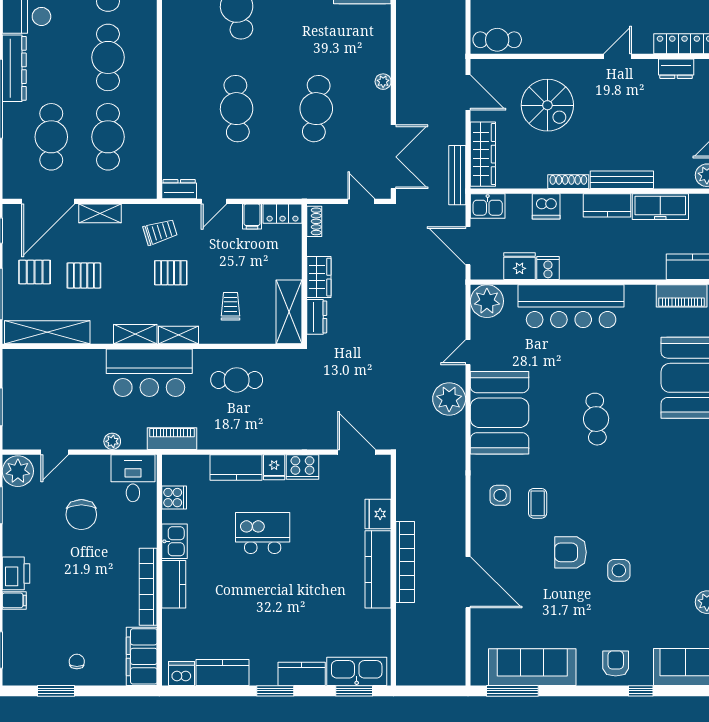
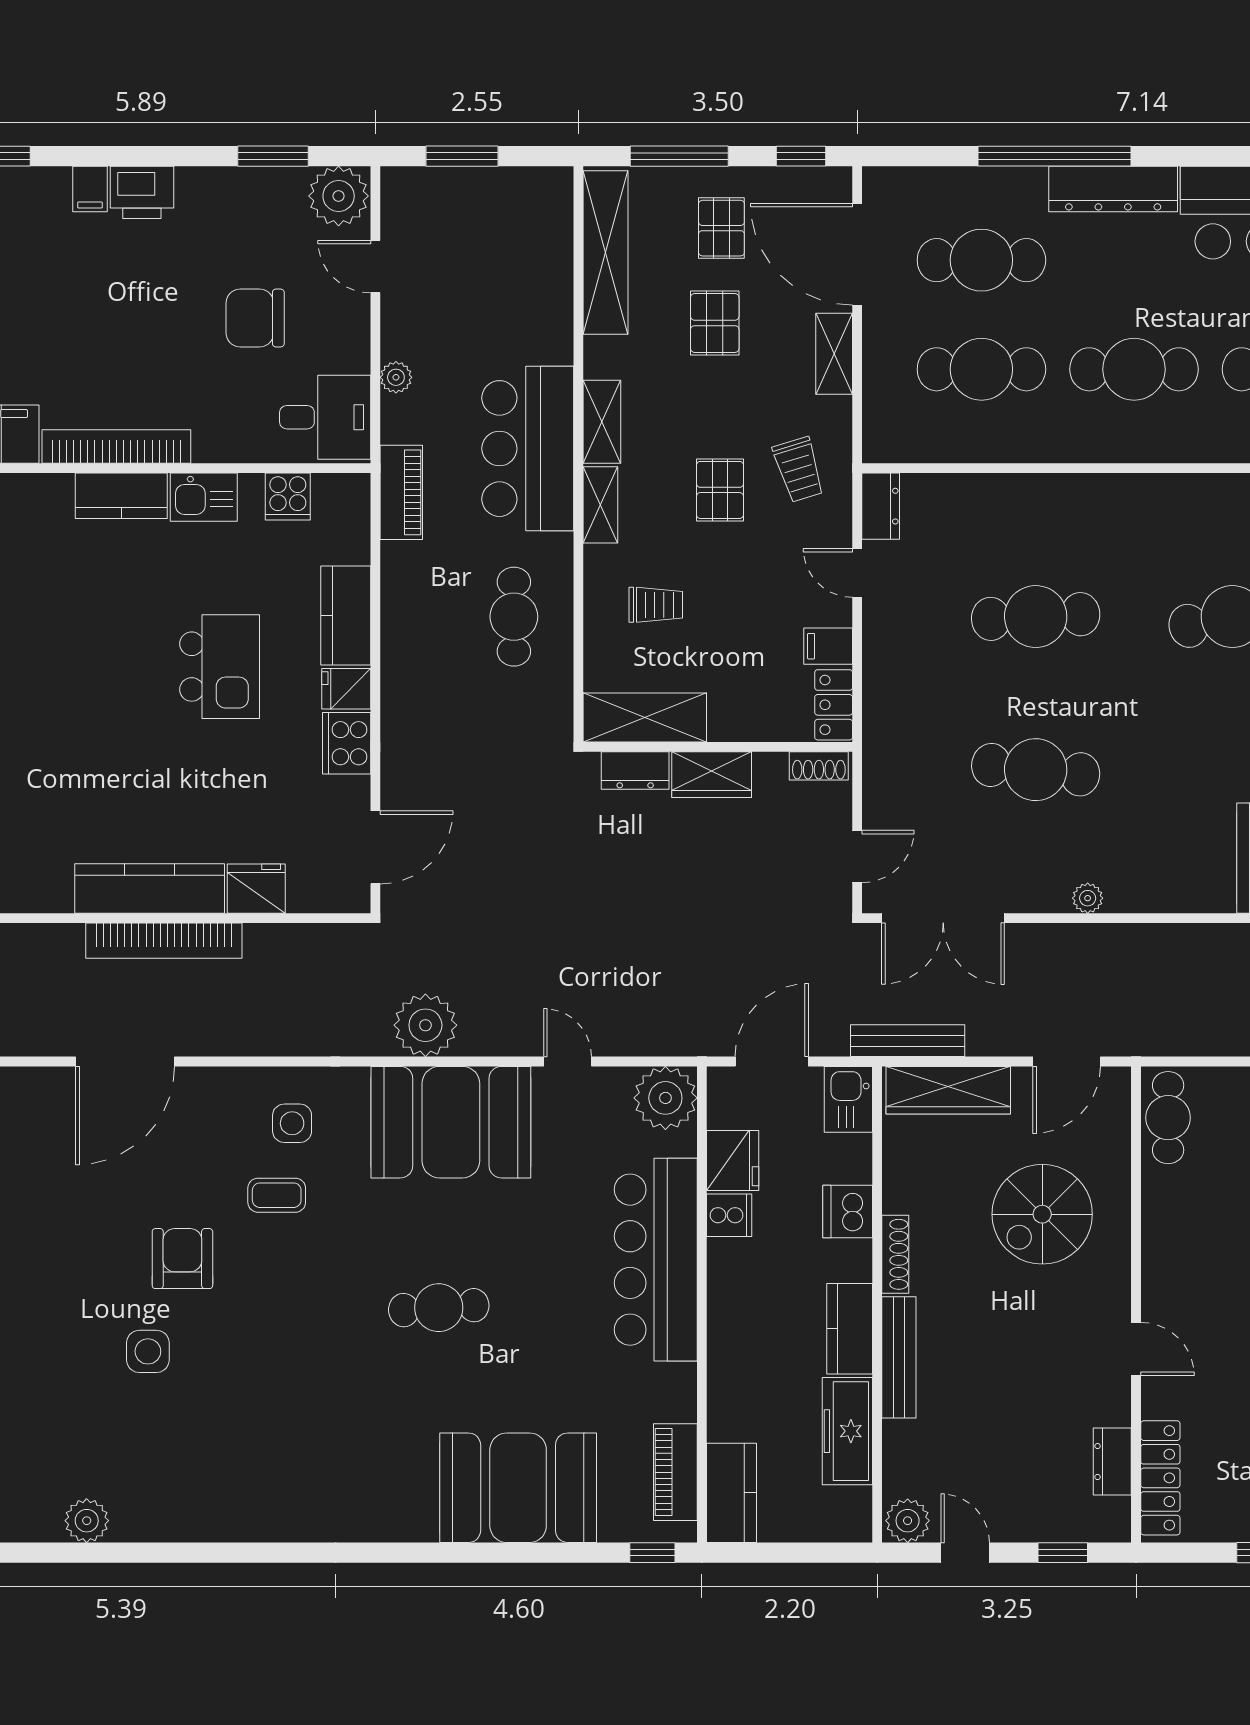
plant: (449, 399) -> (425, 1025), moved

